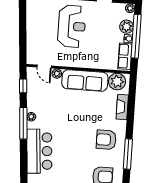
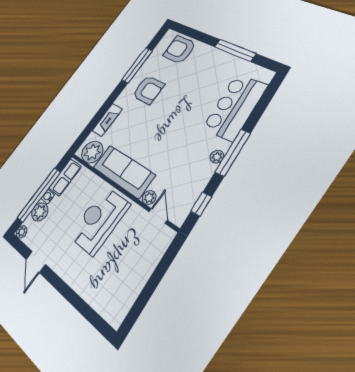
reception desk: (72, 26) -> (99, 220), moved

